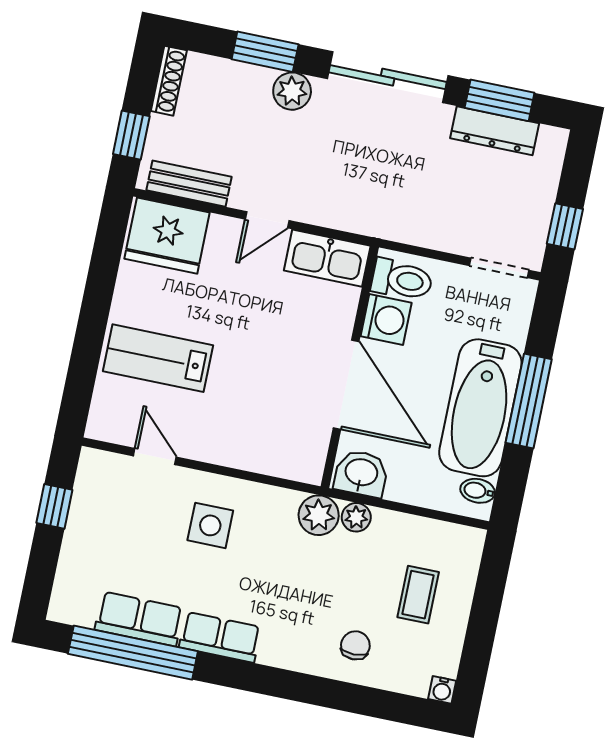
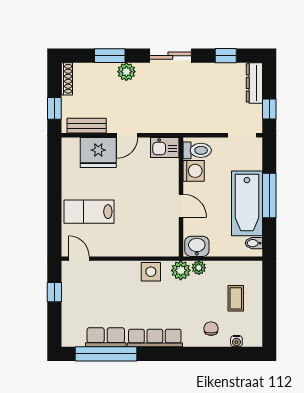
sliding door: (388, 77) -> (170, 56), width x0.73
window: (500, 100) -> (226, 56), width x0.67
dresser: (495, 131) -> (254, 83), moved, turned 90
fridge: (167, 236) -> (98, 152), moved
kitchen sink: (327, 258) -> (165, 147), width x0.73
door: (346, 385) -> (181, 206), width x0.53
door: (155, 456) -> (79, 259), moved
side table: (210, 525) -> (151, 272), moved
row of seats: (220, 637) -> (155, 338), width x1.48
water cooler: (442, 690) -> (236, 341), moved

